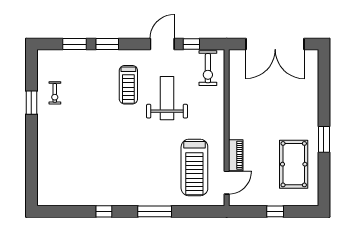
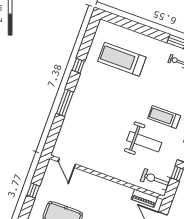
piano: (236, 155) -> (144, 198), moved
treadmill: (194, 168) -> (122, 59), moved

